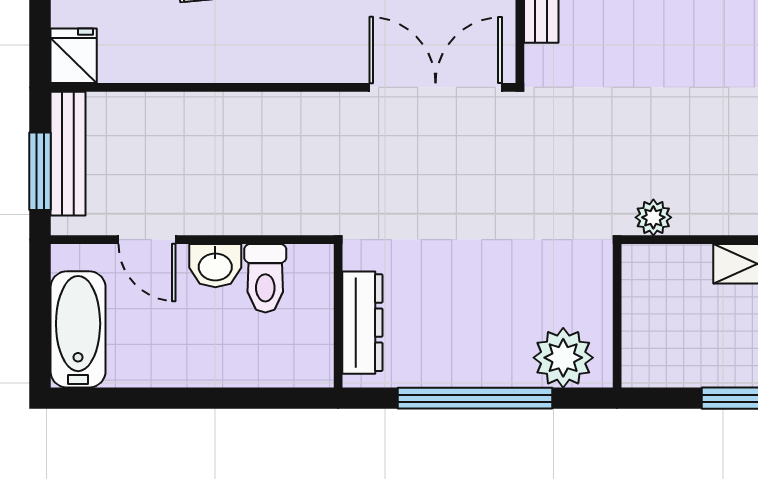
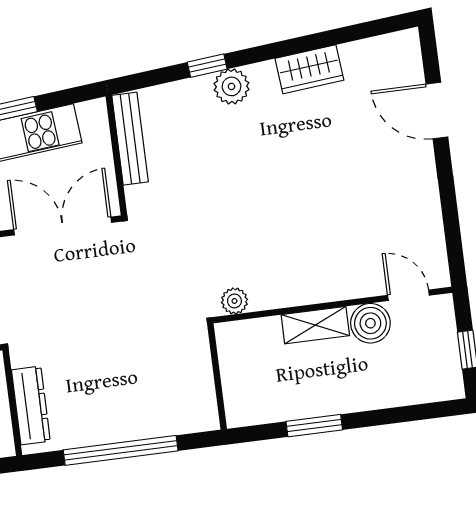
plant: (563, 358) -> (182, 412), removed

